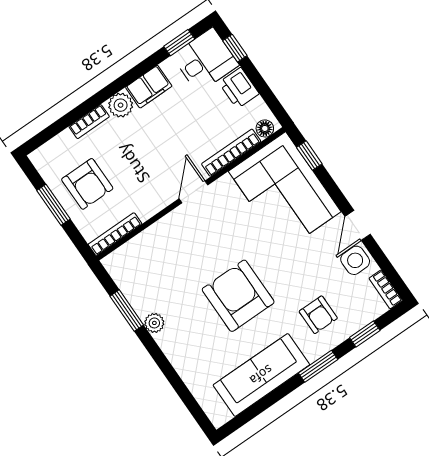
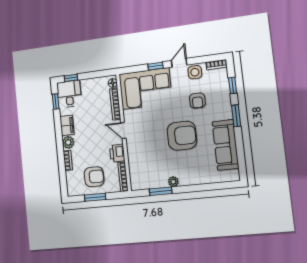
printer: (239, 88) -> (117, 153), moved, turned 90
window: (309, 156) -> (155, 66), moved
door: (358, 225) -> (179, 63), swing flipped
armchair: (238, 296) -> (182, 136), turned 180
armchair: (318, 315) -> (197, 101), moved, turned 90

